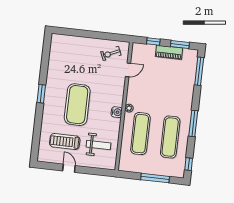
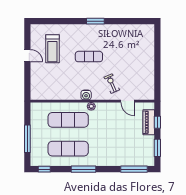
piano: (169, 52) -> (149, 122), moved
exercise bike: (111, 53) -> (112, 84), moved
exercise mat: (77, 105) -> (89, 57), width x0.50, depth x0.69
treadmill: (65, 142) -> (52, 49), turned 180
weight bench: (98, 145) -> (53, 81), removed
door: (69, 168) -> (27, 56), hinge flipped

